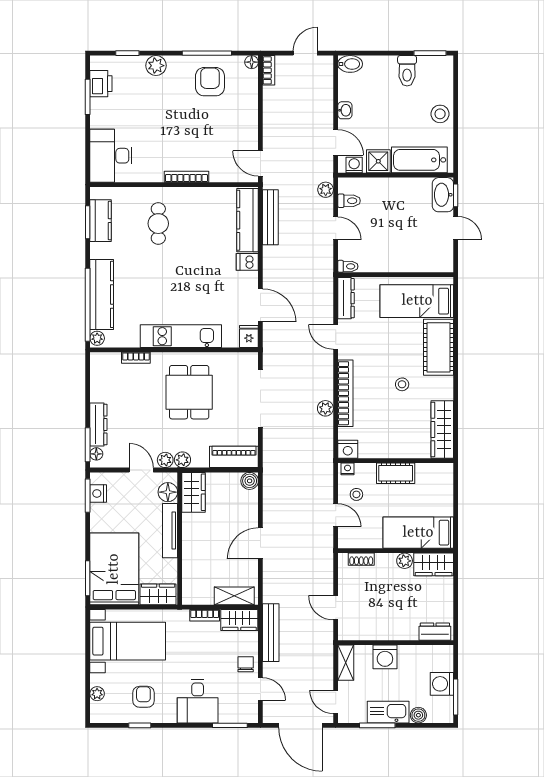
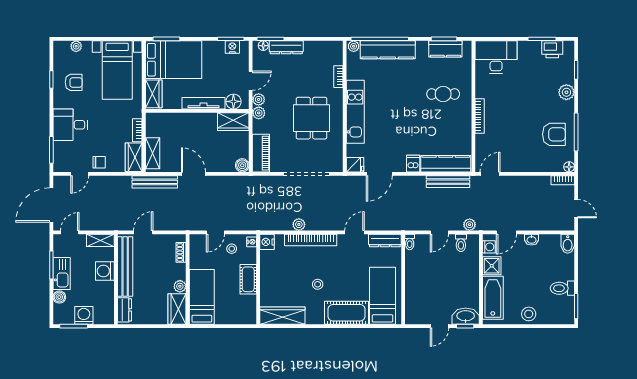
dining table: (189, 392) -> (311, 118), turned 90
bench: (379, 631) -> (125, 267), added
bench: (271, 633) -> (155, 182), moved

